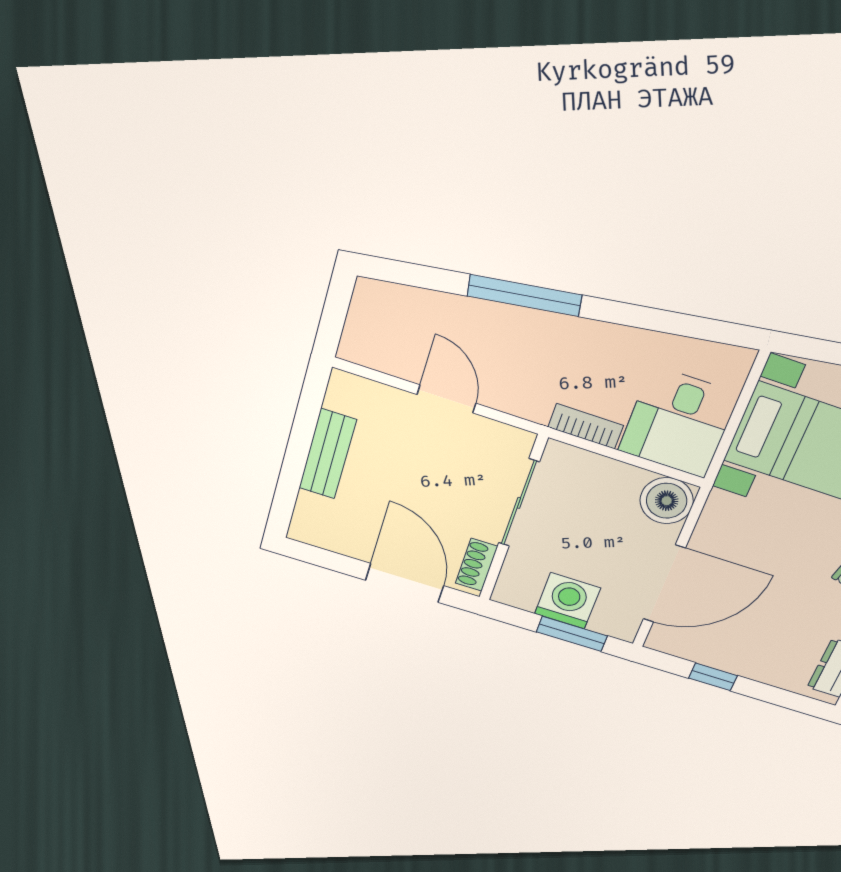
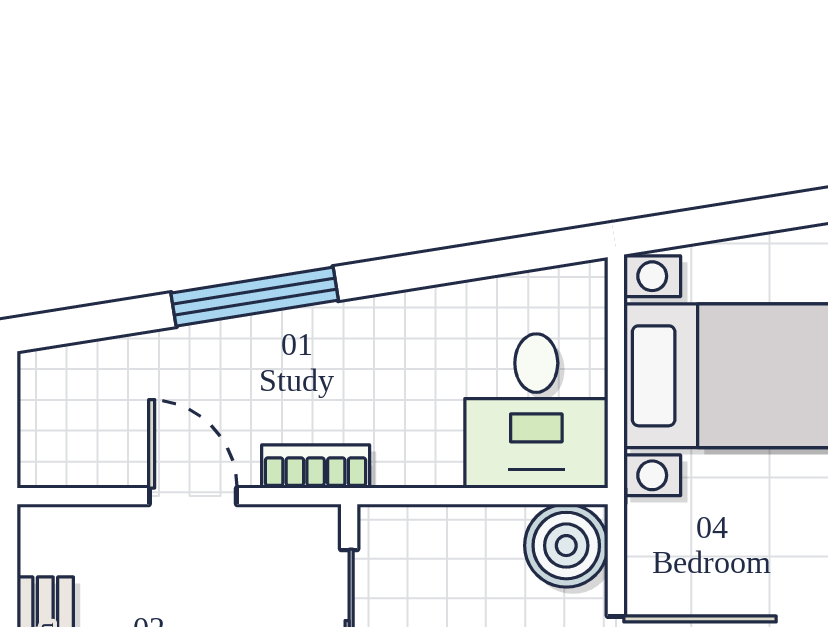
bookcase: (586, 426) -> (316, 466), moved

